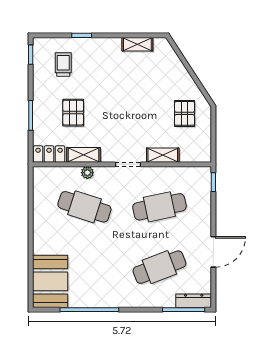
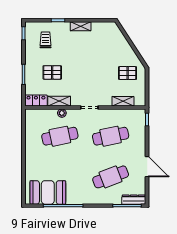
shelving: (137, 44) -> (81, 26), moved
pallet: (73, 113) -> (52, 72), turned 90
pallet: (185, 113) -> (128, 73), turned 90
shelving: (163, 155) -> (123, 101), moved
cafe table: (84, 207) -> (60, 136), turned -30
door: (213, 252) -> (147, 167), hinge flipped
booth: (50, 281) -> (48, 192), moved, turned 90

